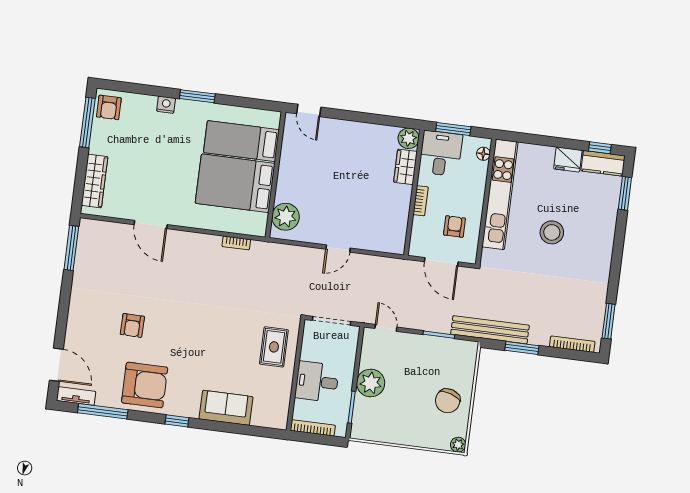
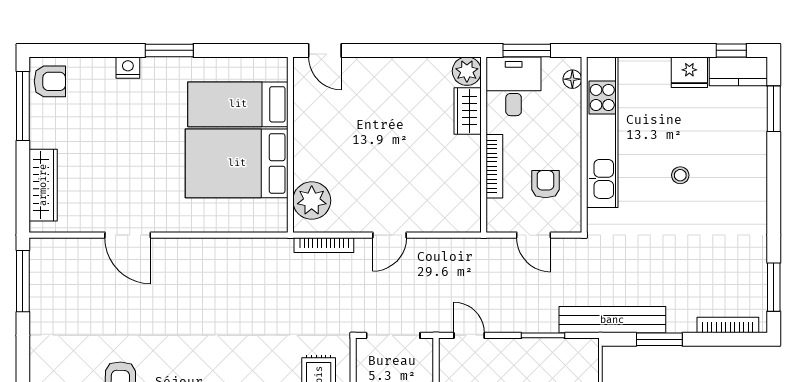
armchair: (109, 107) -> (50, 81), turned -90
bookcase: (421, 201) -> (494, 166), width x1.56
stool: (552, 232) -> (680, 175), width x0.53, depth x0.53
bookcase: (236, 243) -> (324, 245), moved, width x1.56
door: (441, 262) -> (534, 235), width x0.73

